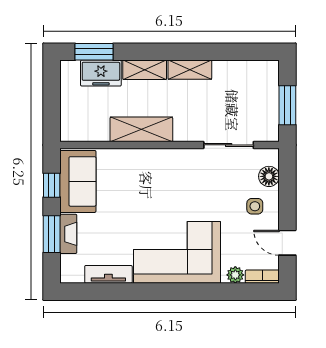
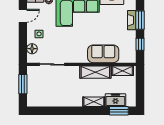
shelving: (190, 70) -> (123, 71), moved
sofa: (78, 181) -> (103, 54), moved, turned 90
door: (287, 243) -> (23, 16), hinge flipped

